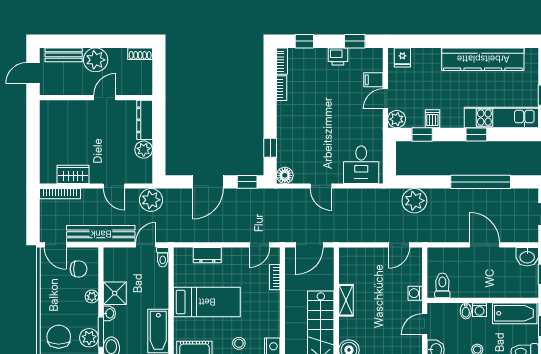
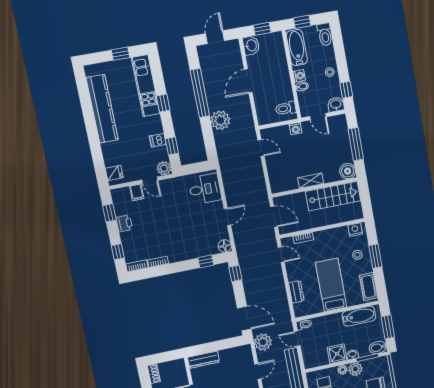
plant: (144, 150) -> (226, 356), removed
door: (208, 182) -> (244, 318), moved
plant: (414, 201) -> (220, 120), moved
plant: (89, 338) -> (355, 369), moved

